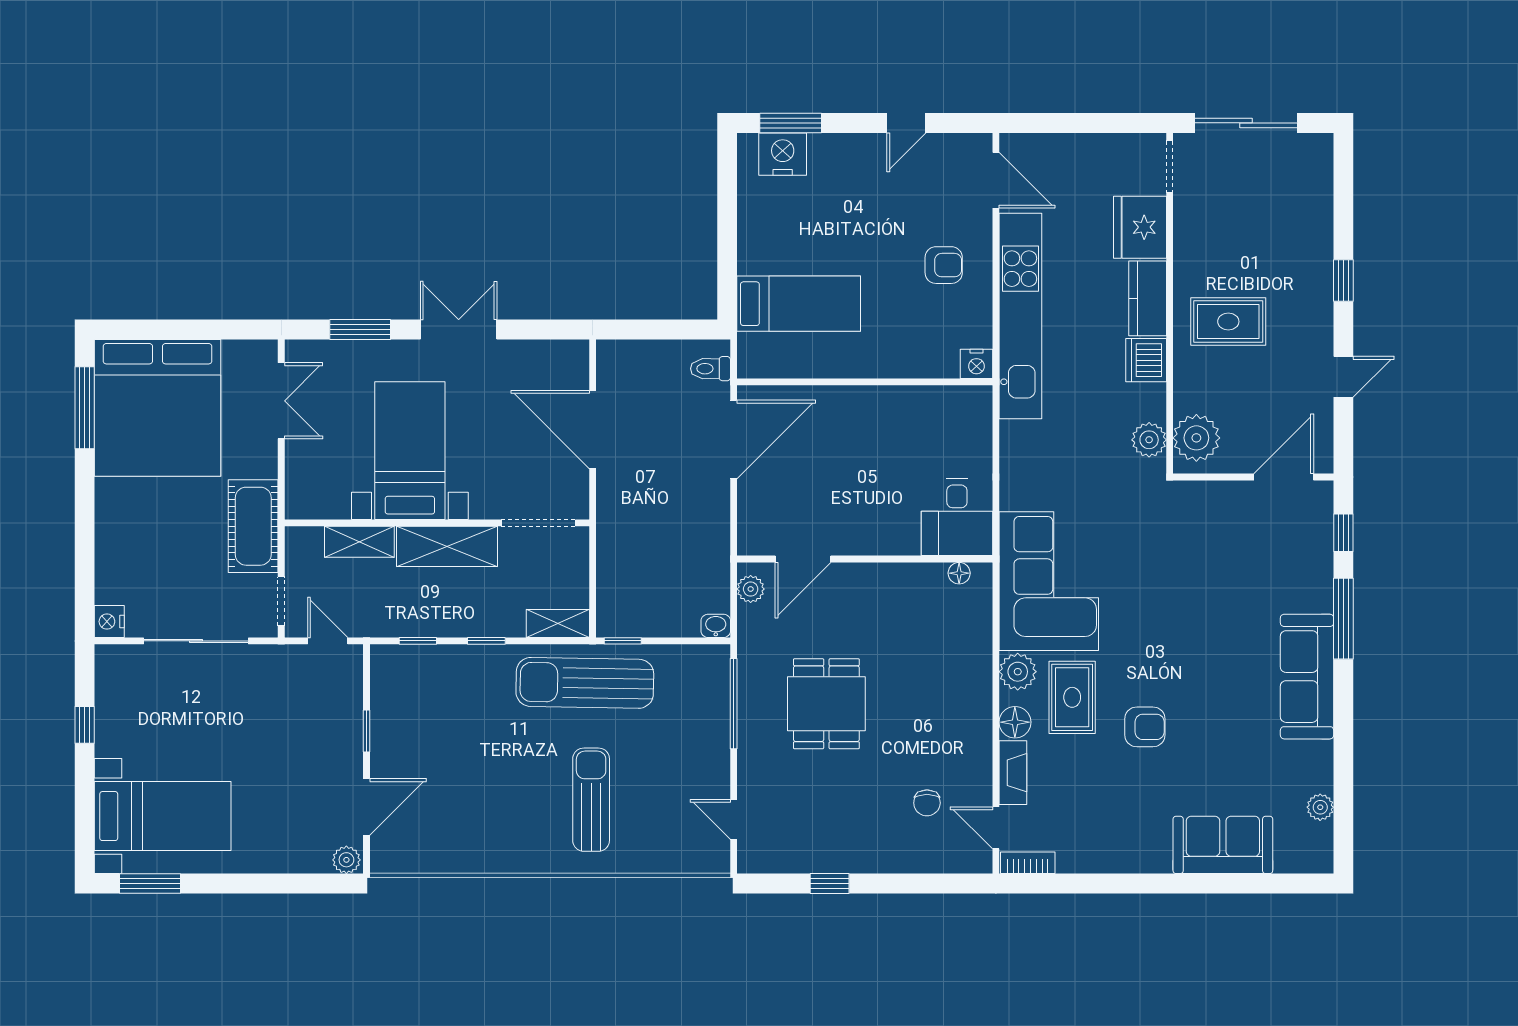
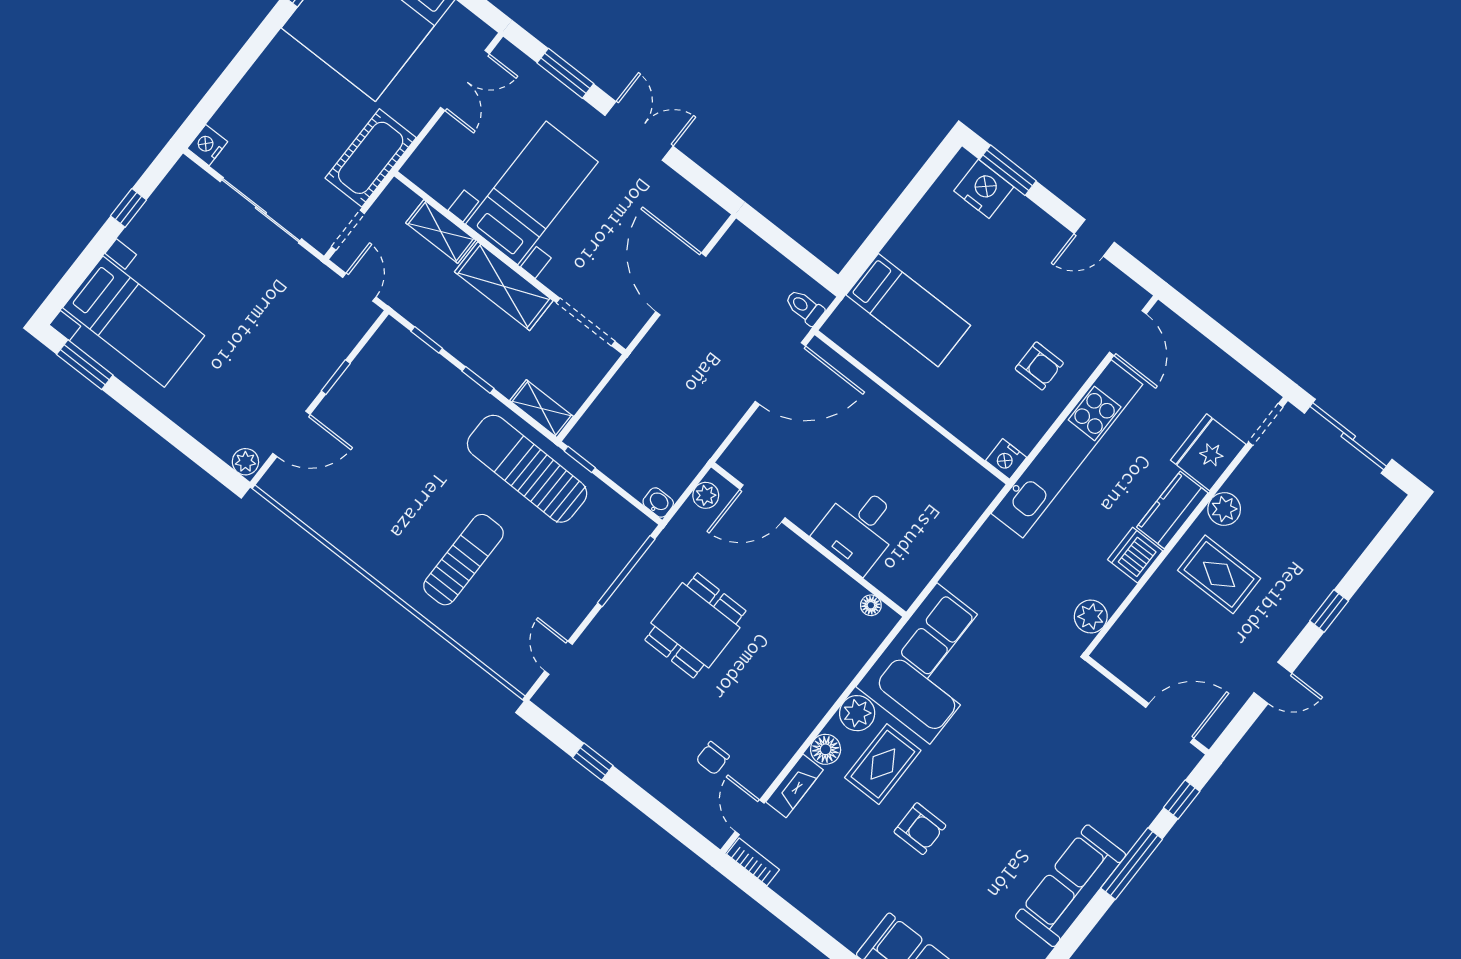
plant: (1196, 438) -> (1224, 509), moved, width x0.73, depth x0.73
desk: (957, 517) -> (859, 528), moved

